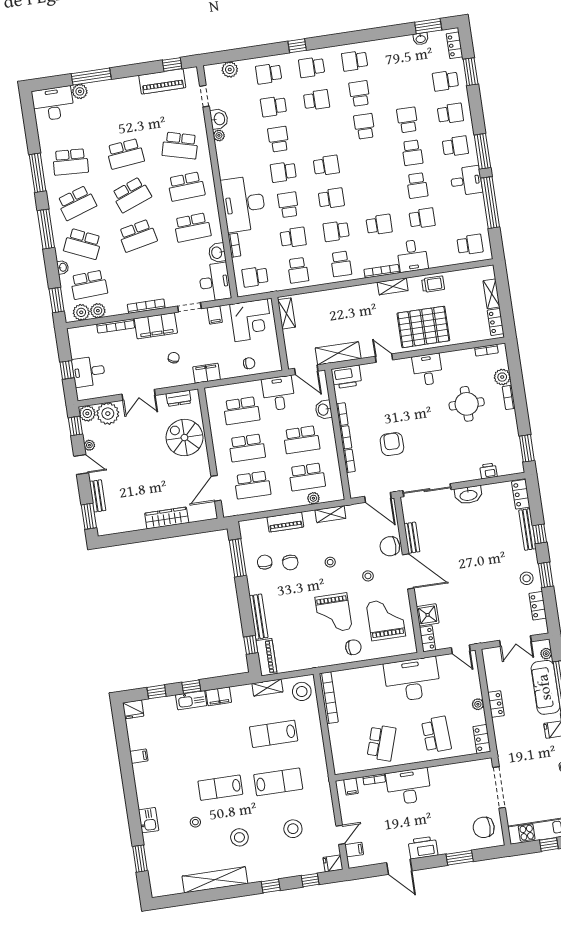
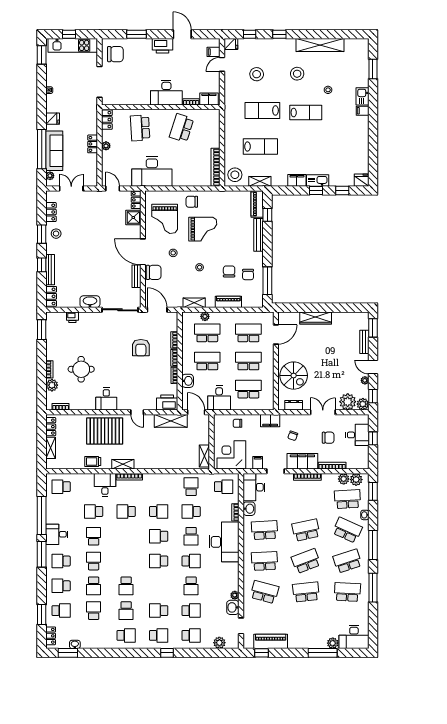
school desk: (341, 264) -> (94, 611), moved
chair: (126, 362) -> (328, 438), added
grand piano: (334, 613) -> (203, 229), turned 90
filing cabinet: (139, 756) -> (363, 111), moved
filing cabinet: (351, 787) -> (209, 99), width x2.00

